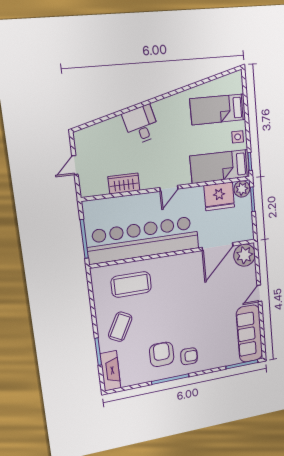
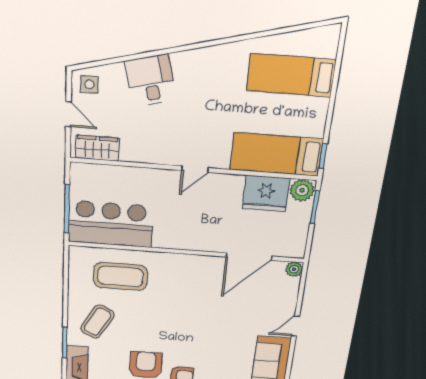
desk: (141, 125) -> (151, 80), moved
side table: (238, 137) -> (89, 84), moved
door: (75, 165) -> (68, 114), swing flipped
wardrobe: (124, 184) -> (97, 148), moved
bar counter: (143, 240) -> (111, 224), width x0.54
plant: (245, 255) -> (294, 269), width x0.53, depth x0.53

